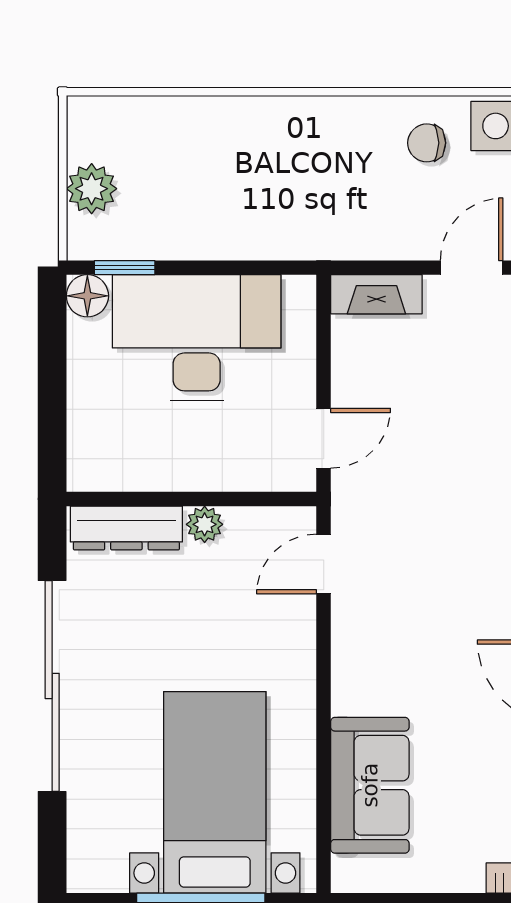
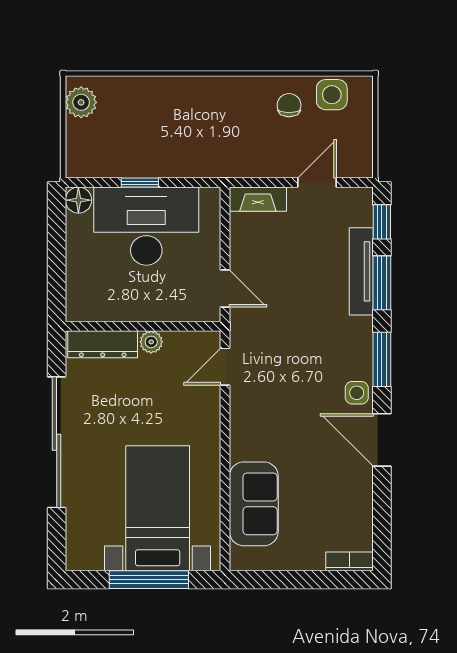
chair: (427, 143) -> (289, 105), turned 90
plant: (92, 189) -> (81, 102), moved
window: (125, 268) -> (140, 183), moved
door: (324, 438) -> (225, 289), hinge flipped

